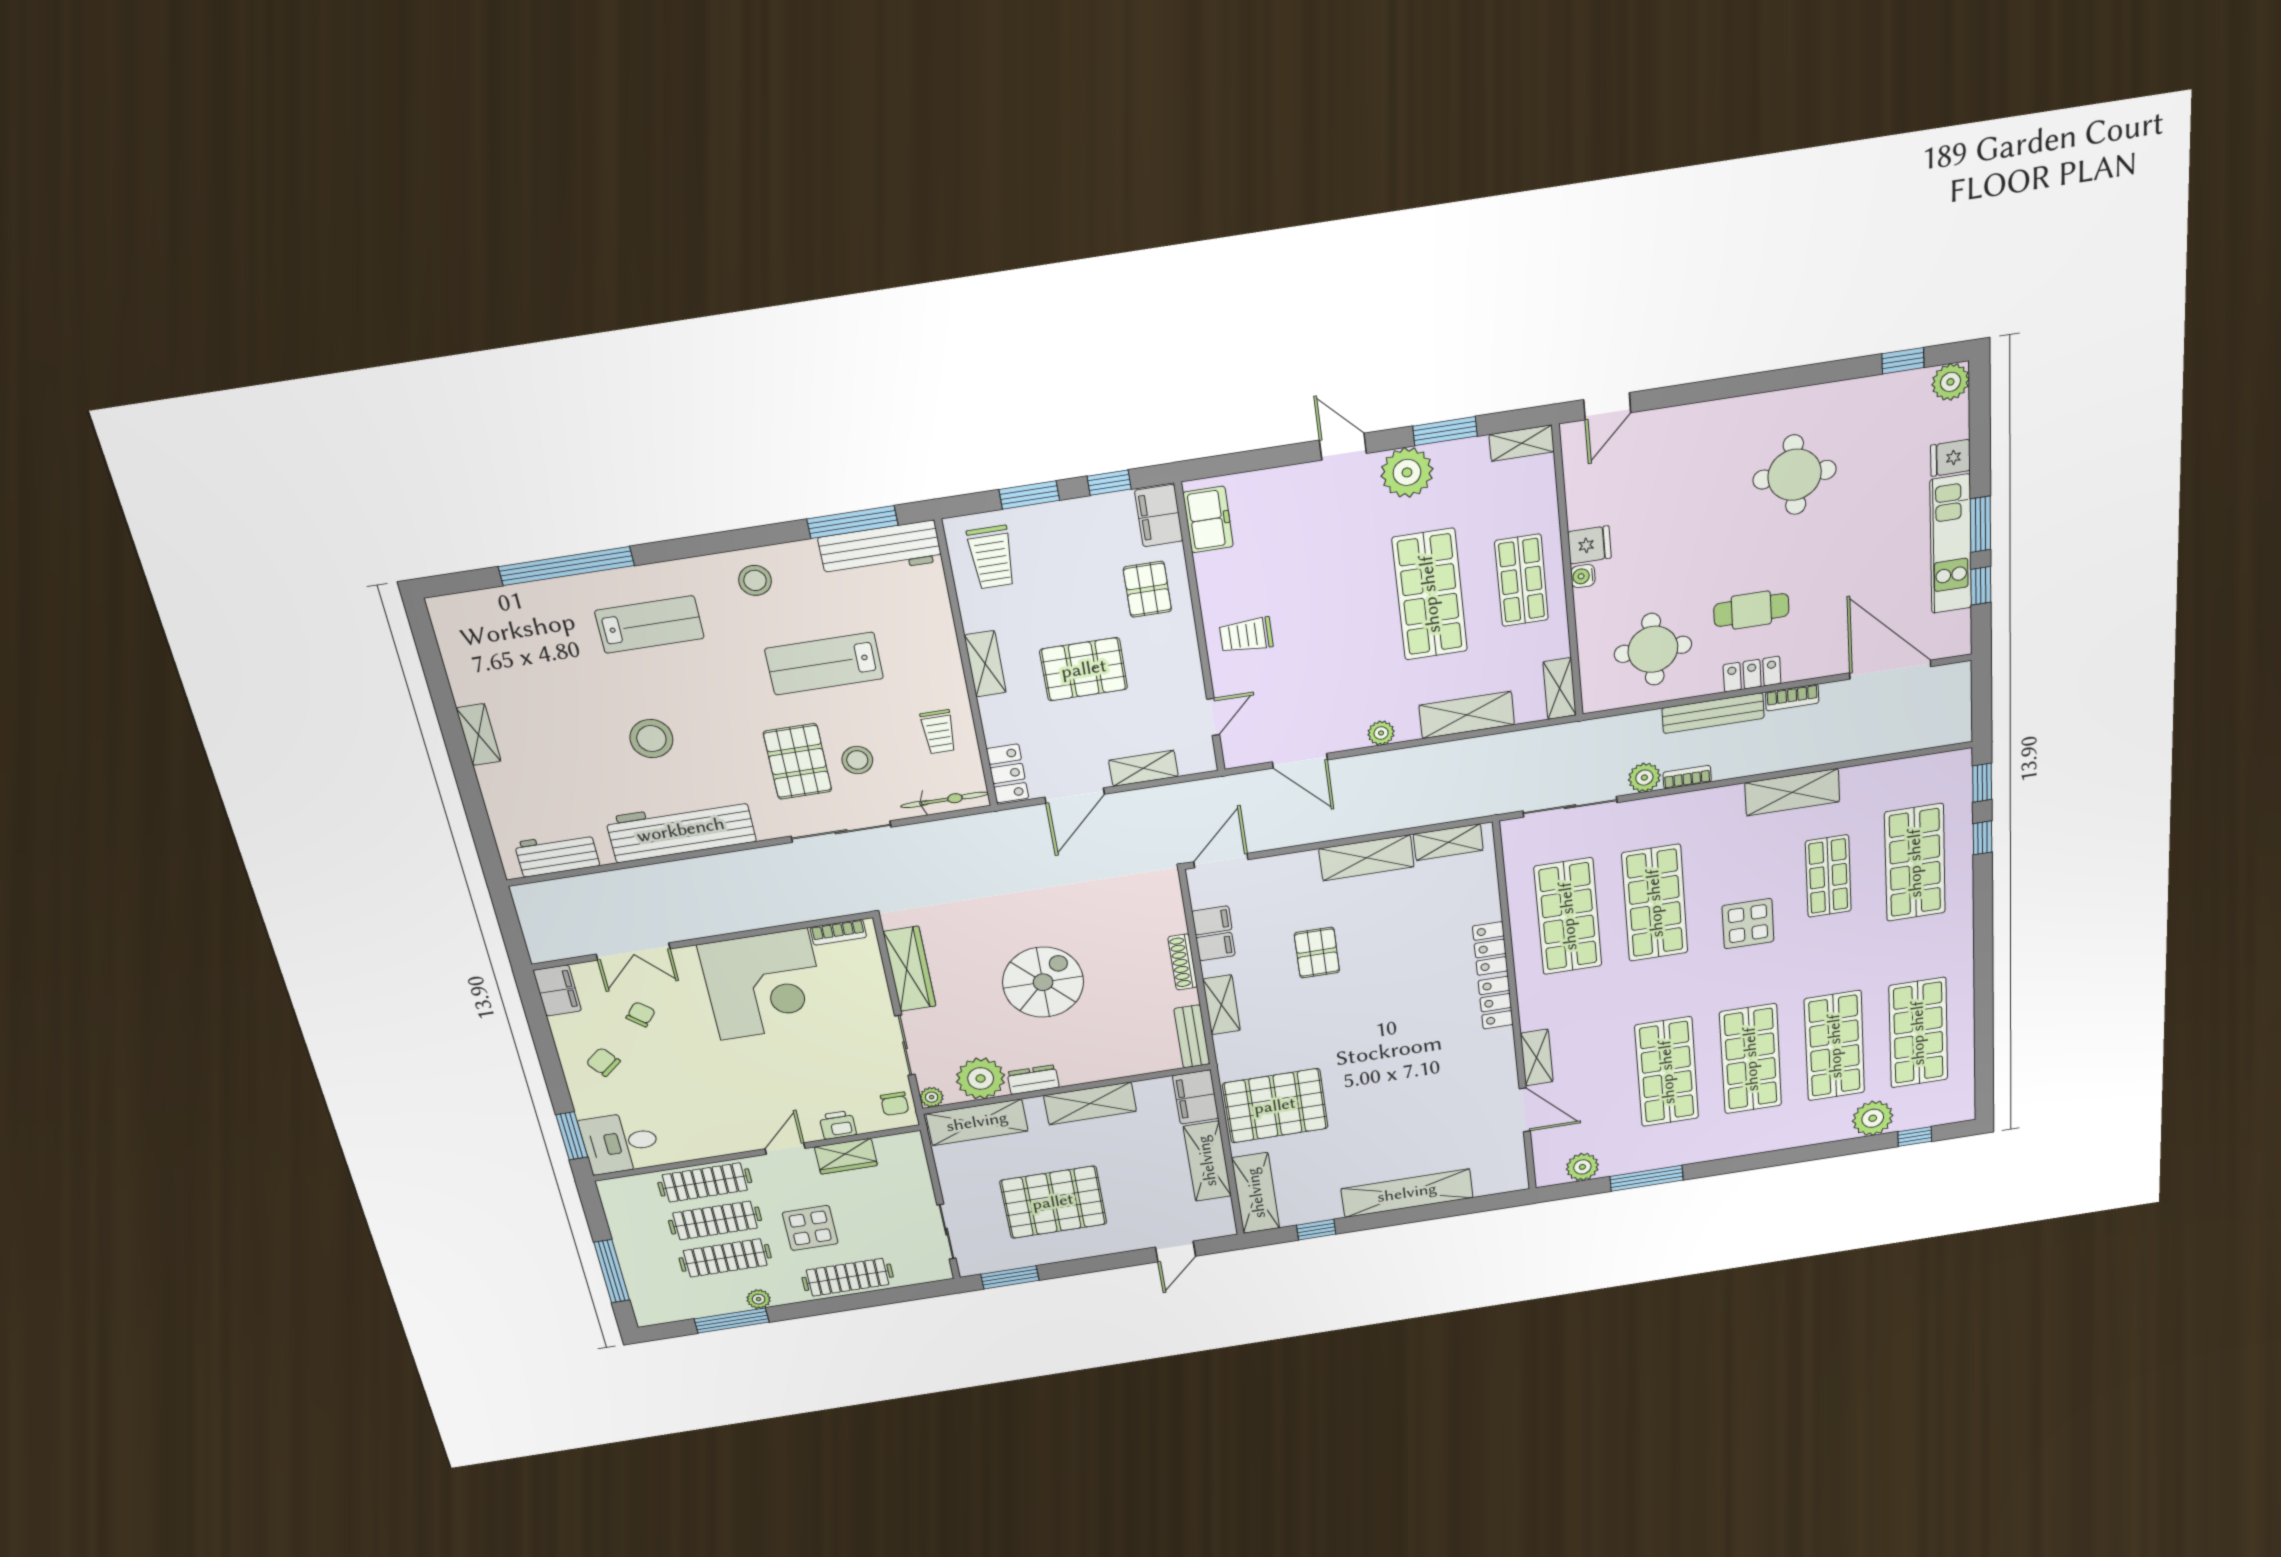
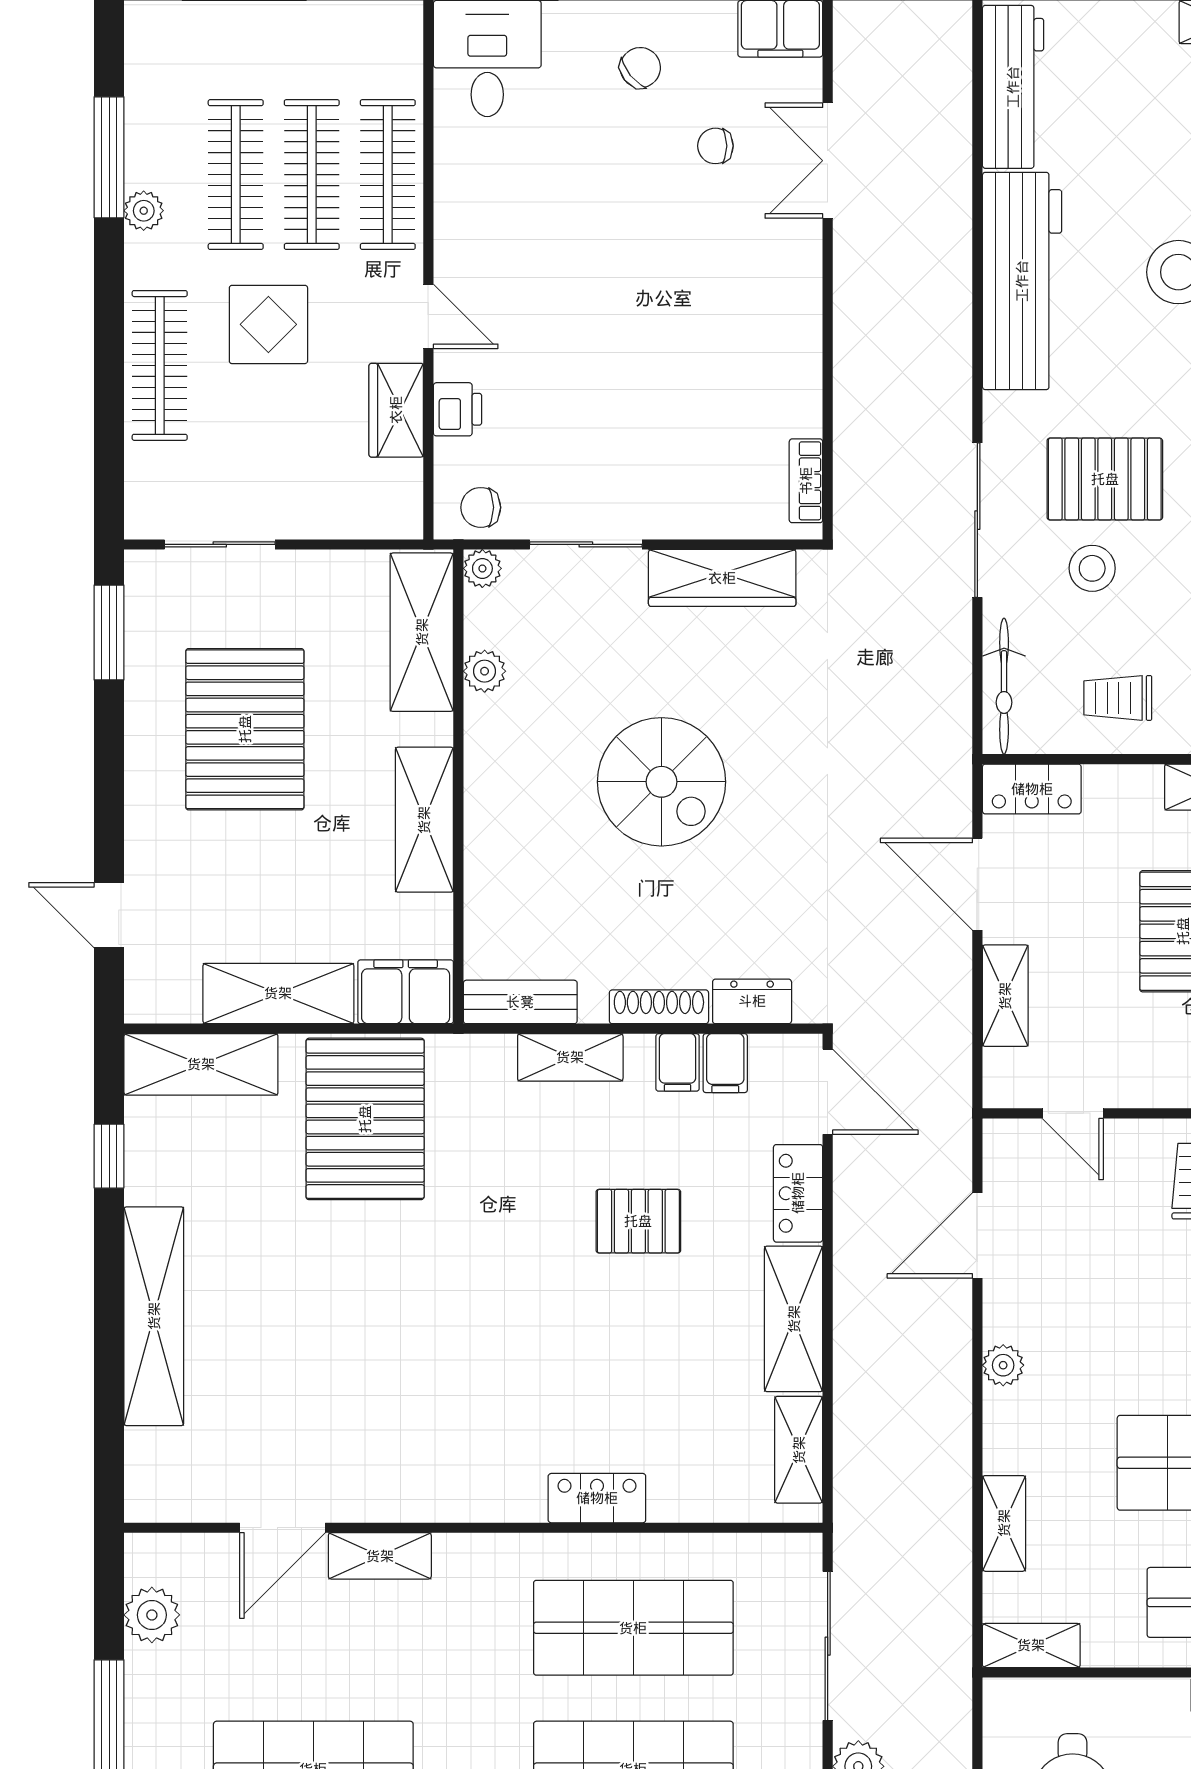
shelving: (1467, 715) -> (1004, 1523), width x0.67, depth x0.75
workbench: (557, 854) -> (1013, 87), width x1.38
corner desk: (764, 984) -> (735, 347), removed
locker: (1496, 1003) -> (798, 1193), moved, turned -90
chair: (641, 1014) -> (715, 146), turned 141
plant: (981, 1078) -> (485, 671), width x0.53, depth x0.53
dresser: (1033, 1080) -> (752, 1001), moved, turned -90

